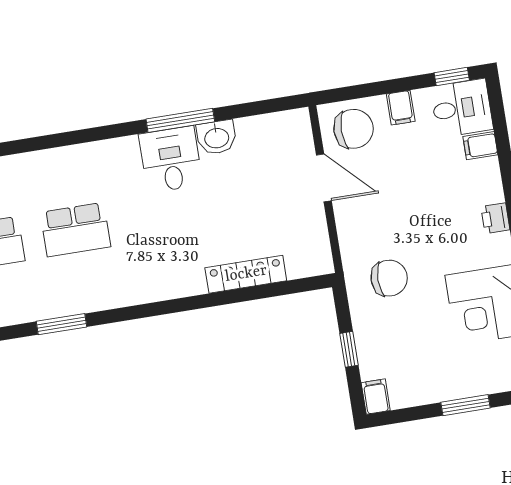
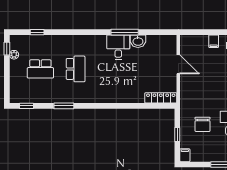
chair: (353, 129) -> (193, 47), removed
school desk: (75, 230) -> (76, 69), turned -90
locker: (246, 274) -> (161, 98), moved
chair: (389, 278) -> (203, 124), moved, turned 90

